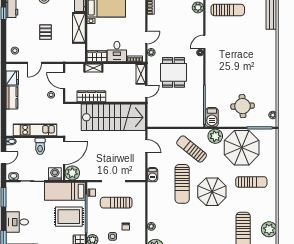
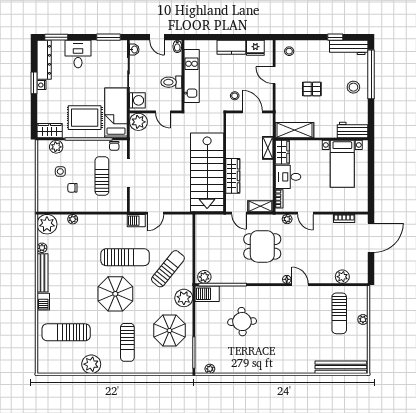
shelving: (79, 28) -> (295, 130), moved
door: (64, 81) -> (252, 112), hinge flipped
wardrobe: (91, 96) -> (233, 176), moved
round table: (243, 106) -> (242, 322), moved
plant: (198, 119) -> (204, 277), added
door: (146, 146) -> (155, 213), moved
parasol: (242, 148) -> (170, 331), width x0.73, depth x0.73
door: (64, 153) -> (163, 112), width x0.53
sun lounger: (182, 184) -> (125, 257), turned 180
rug: (69, 217) -> (85, 118), turned 90
plant: (269, 229) -> (91, 364), moved

